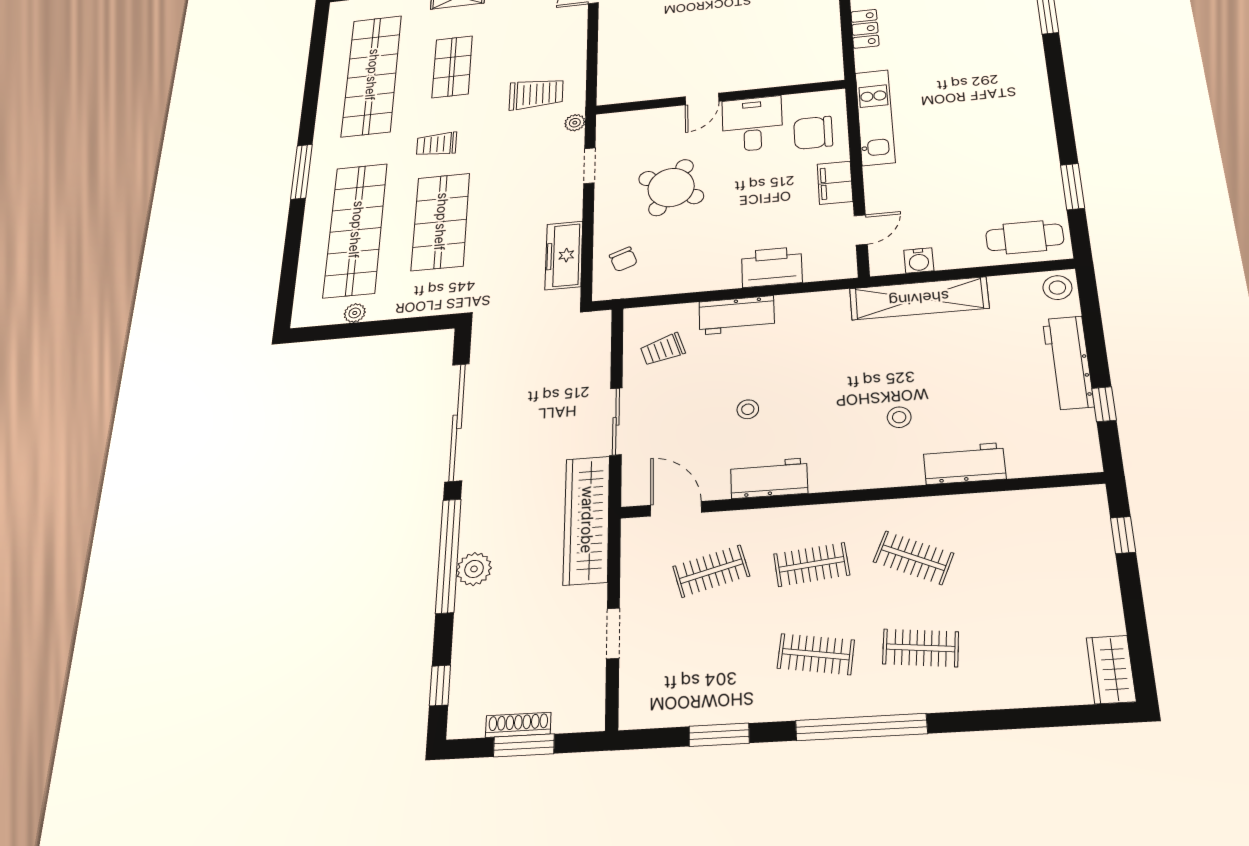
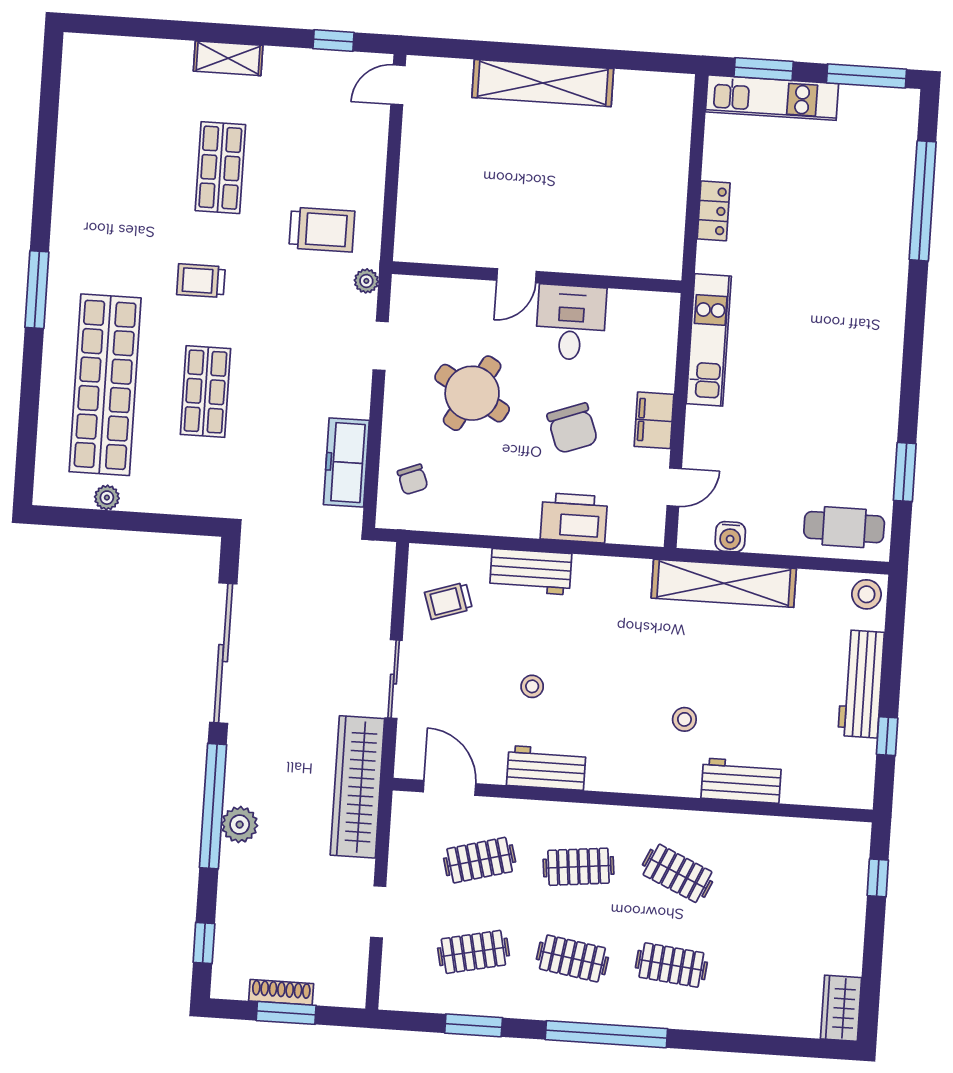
shop shelf: (372, 75) -> (120, 161), removed
chair: (813, 133) -> (572, 428), moved, turned -110
shop shelf: (441, 222) -> (205, 392), width x0.70, depth x0.74
clothes rail: (713, 660) -> (473, 952), added

